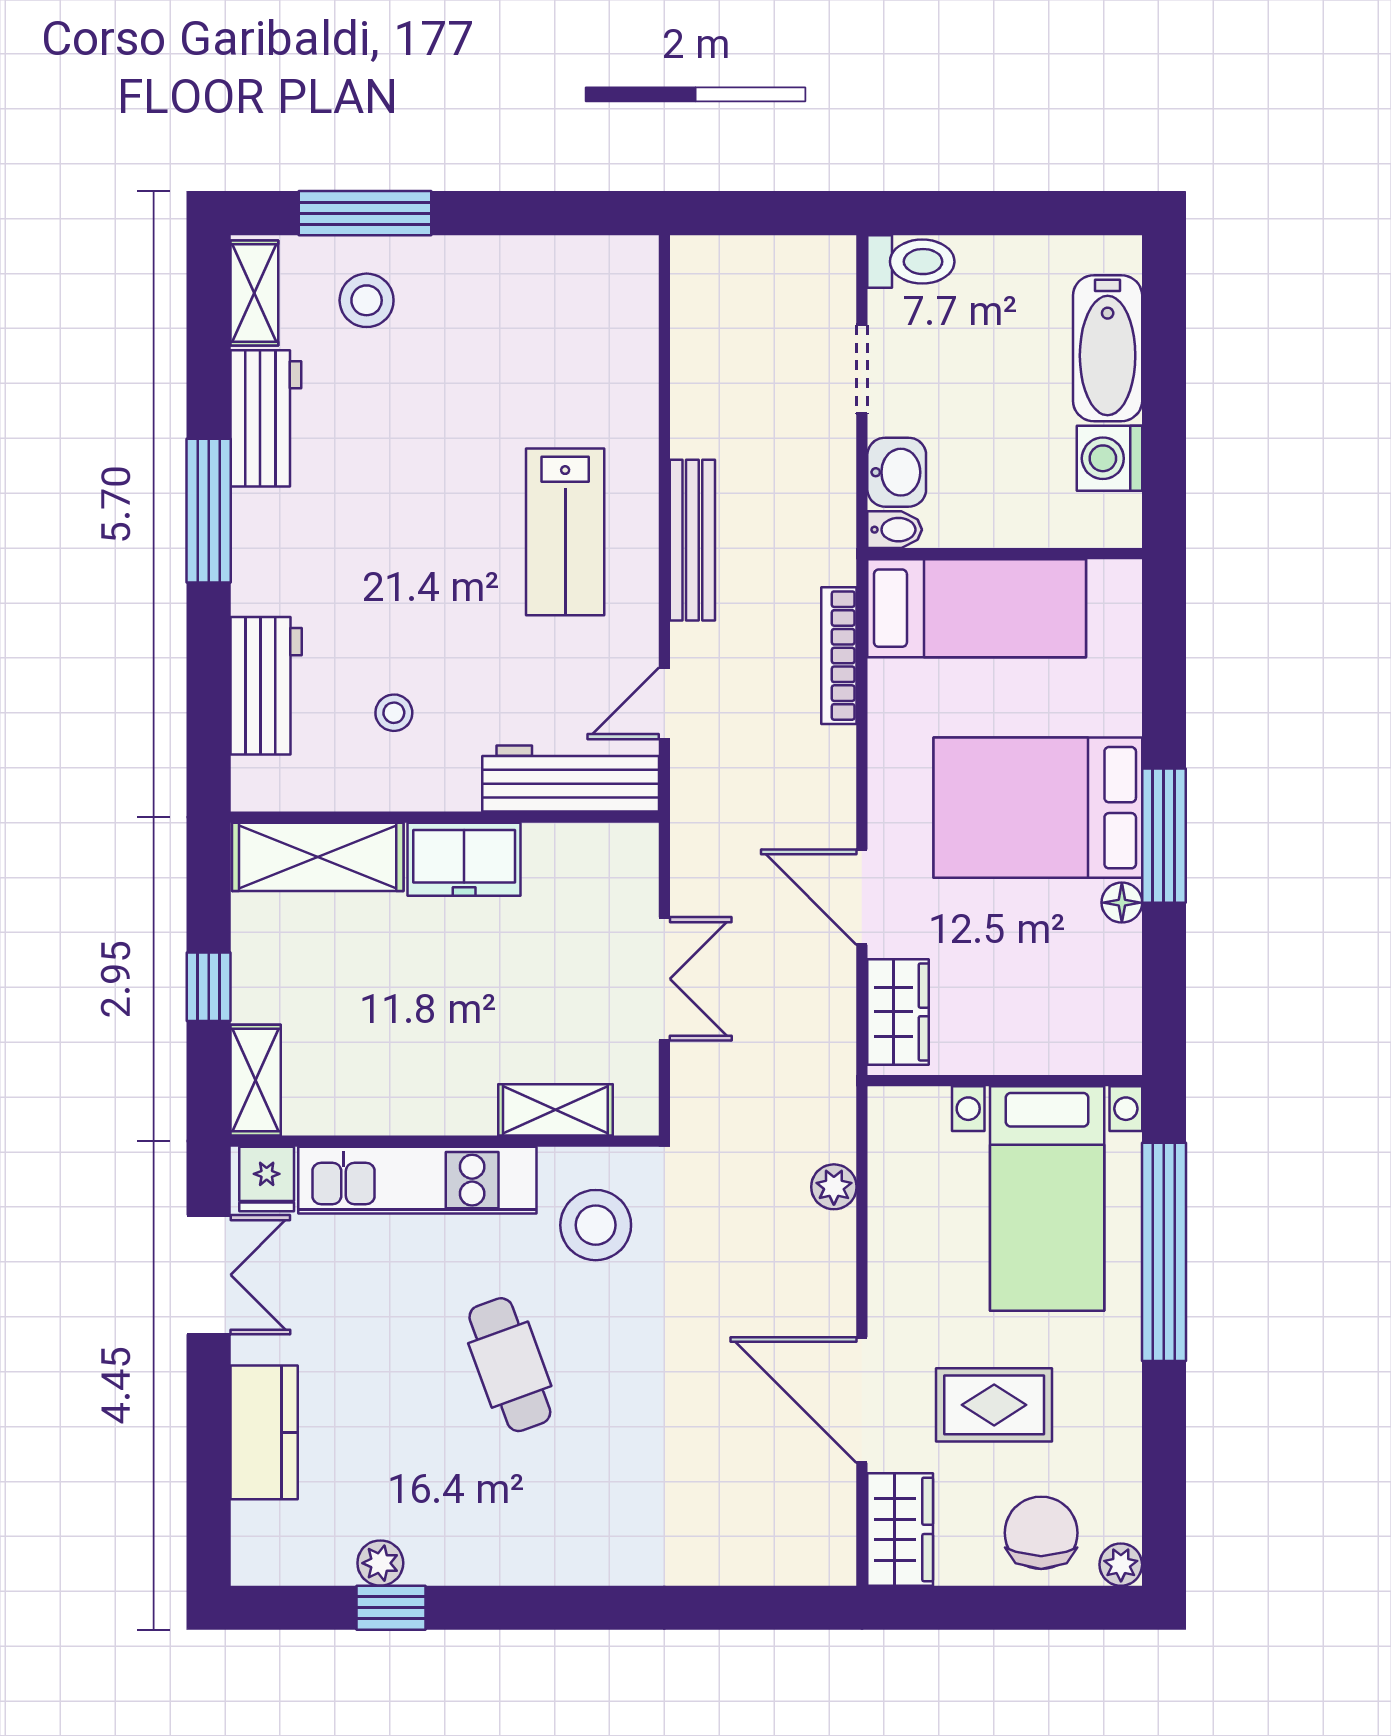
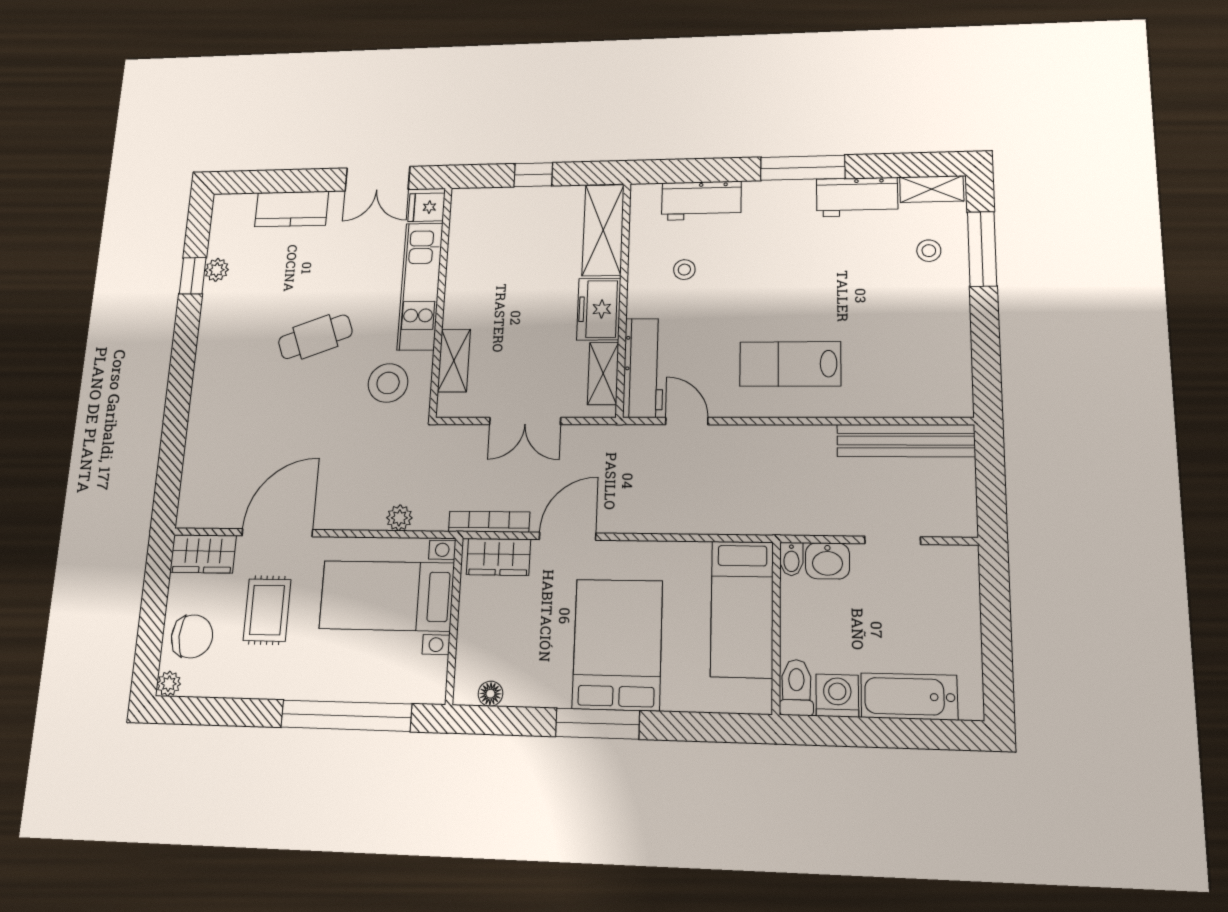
toilet: (911, 262) -> (796, 687), moved, turned 180
stool: (367, 300) -> (929, 251), width x0.73, depth x0.73
bench: (692, 540) -> (906, 441), moved, width x1.37, depth x1.21
bookcase: (839, 656) -> (489, 522), moved
floor lamp: (1122, 903) -> (490, 694), moved
shelving: (256, 1080) -> (603, 373), moved, turned 90
bed with nightstands: (1047, 1199) -> (387, 596), moved

